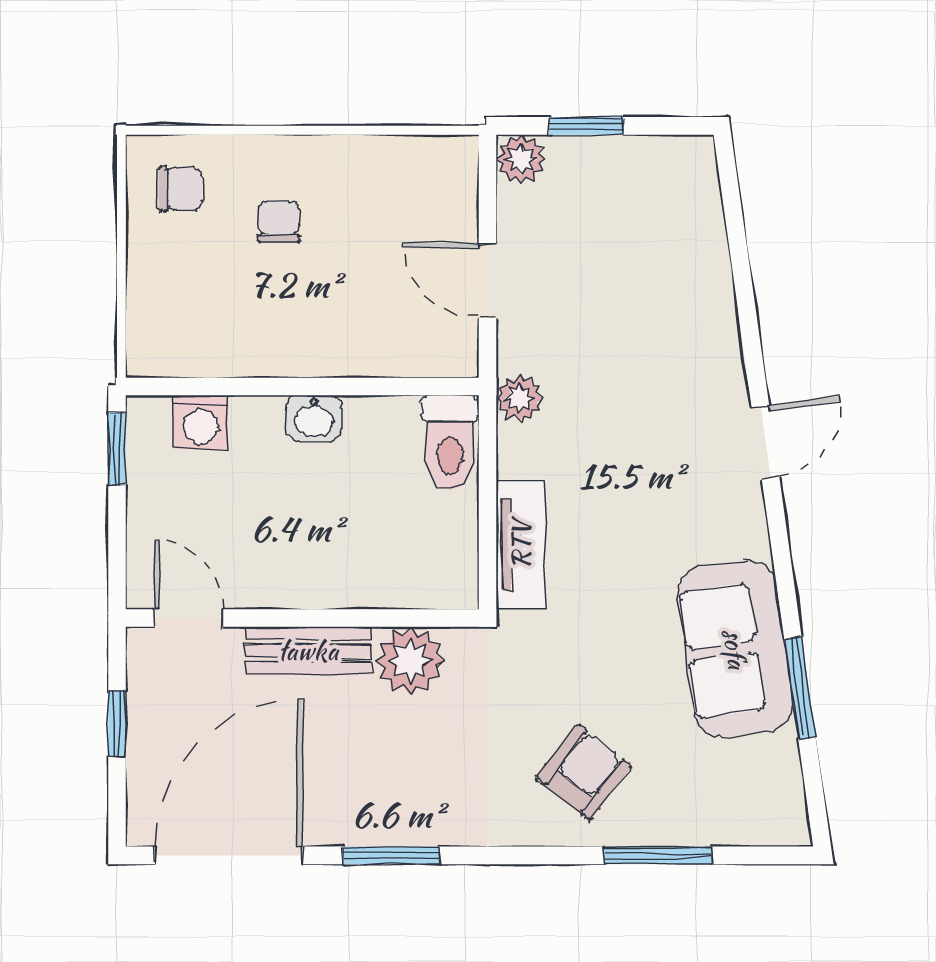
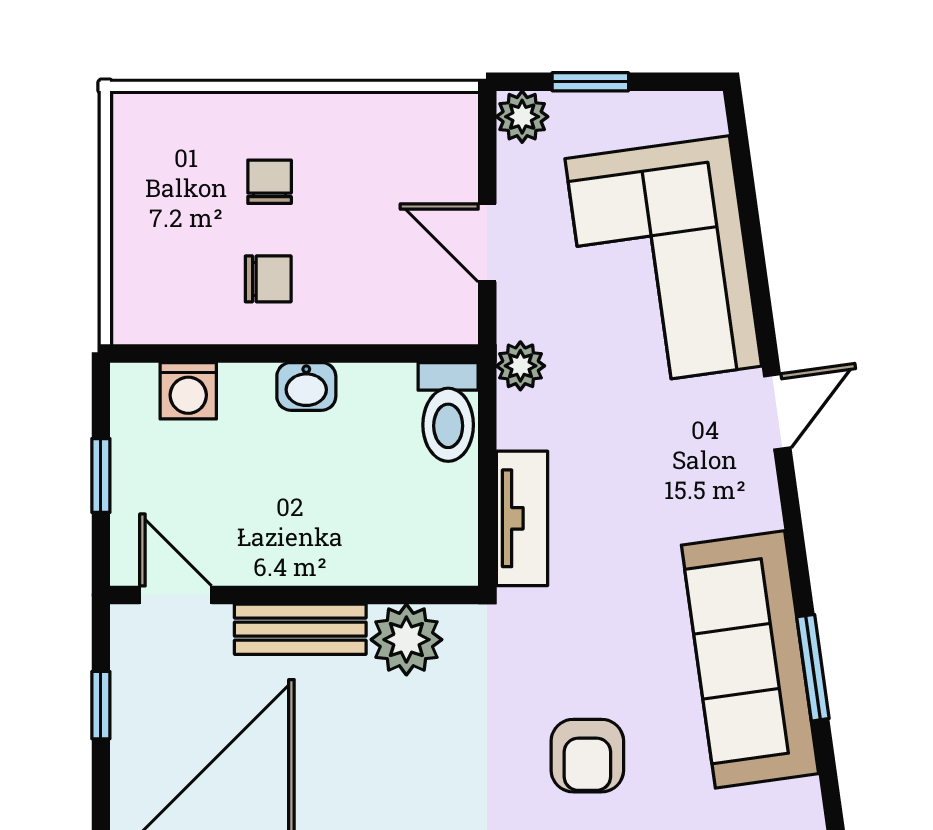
chair: (181, 189) -> (268, 279), moved
corner sofa: (656, 299) -> (663, 262), added
window: (117, 449) -> (101, 475), moved
sofa: (735, 649) -> (750, 659), width x1.36
armchair: (584, 772) -> (587, 756), turned 142

